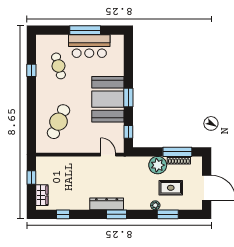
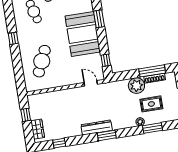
window: (31, 70) -> (13, 38), moved
window: (128, 98) -> (99, 19), moved

